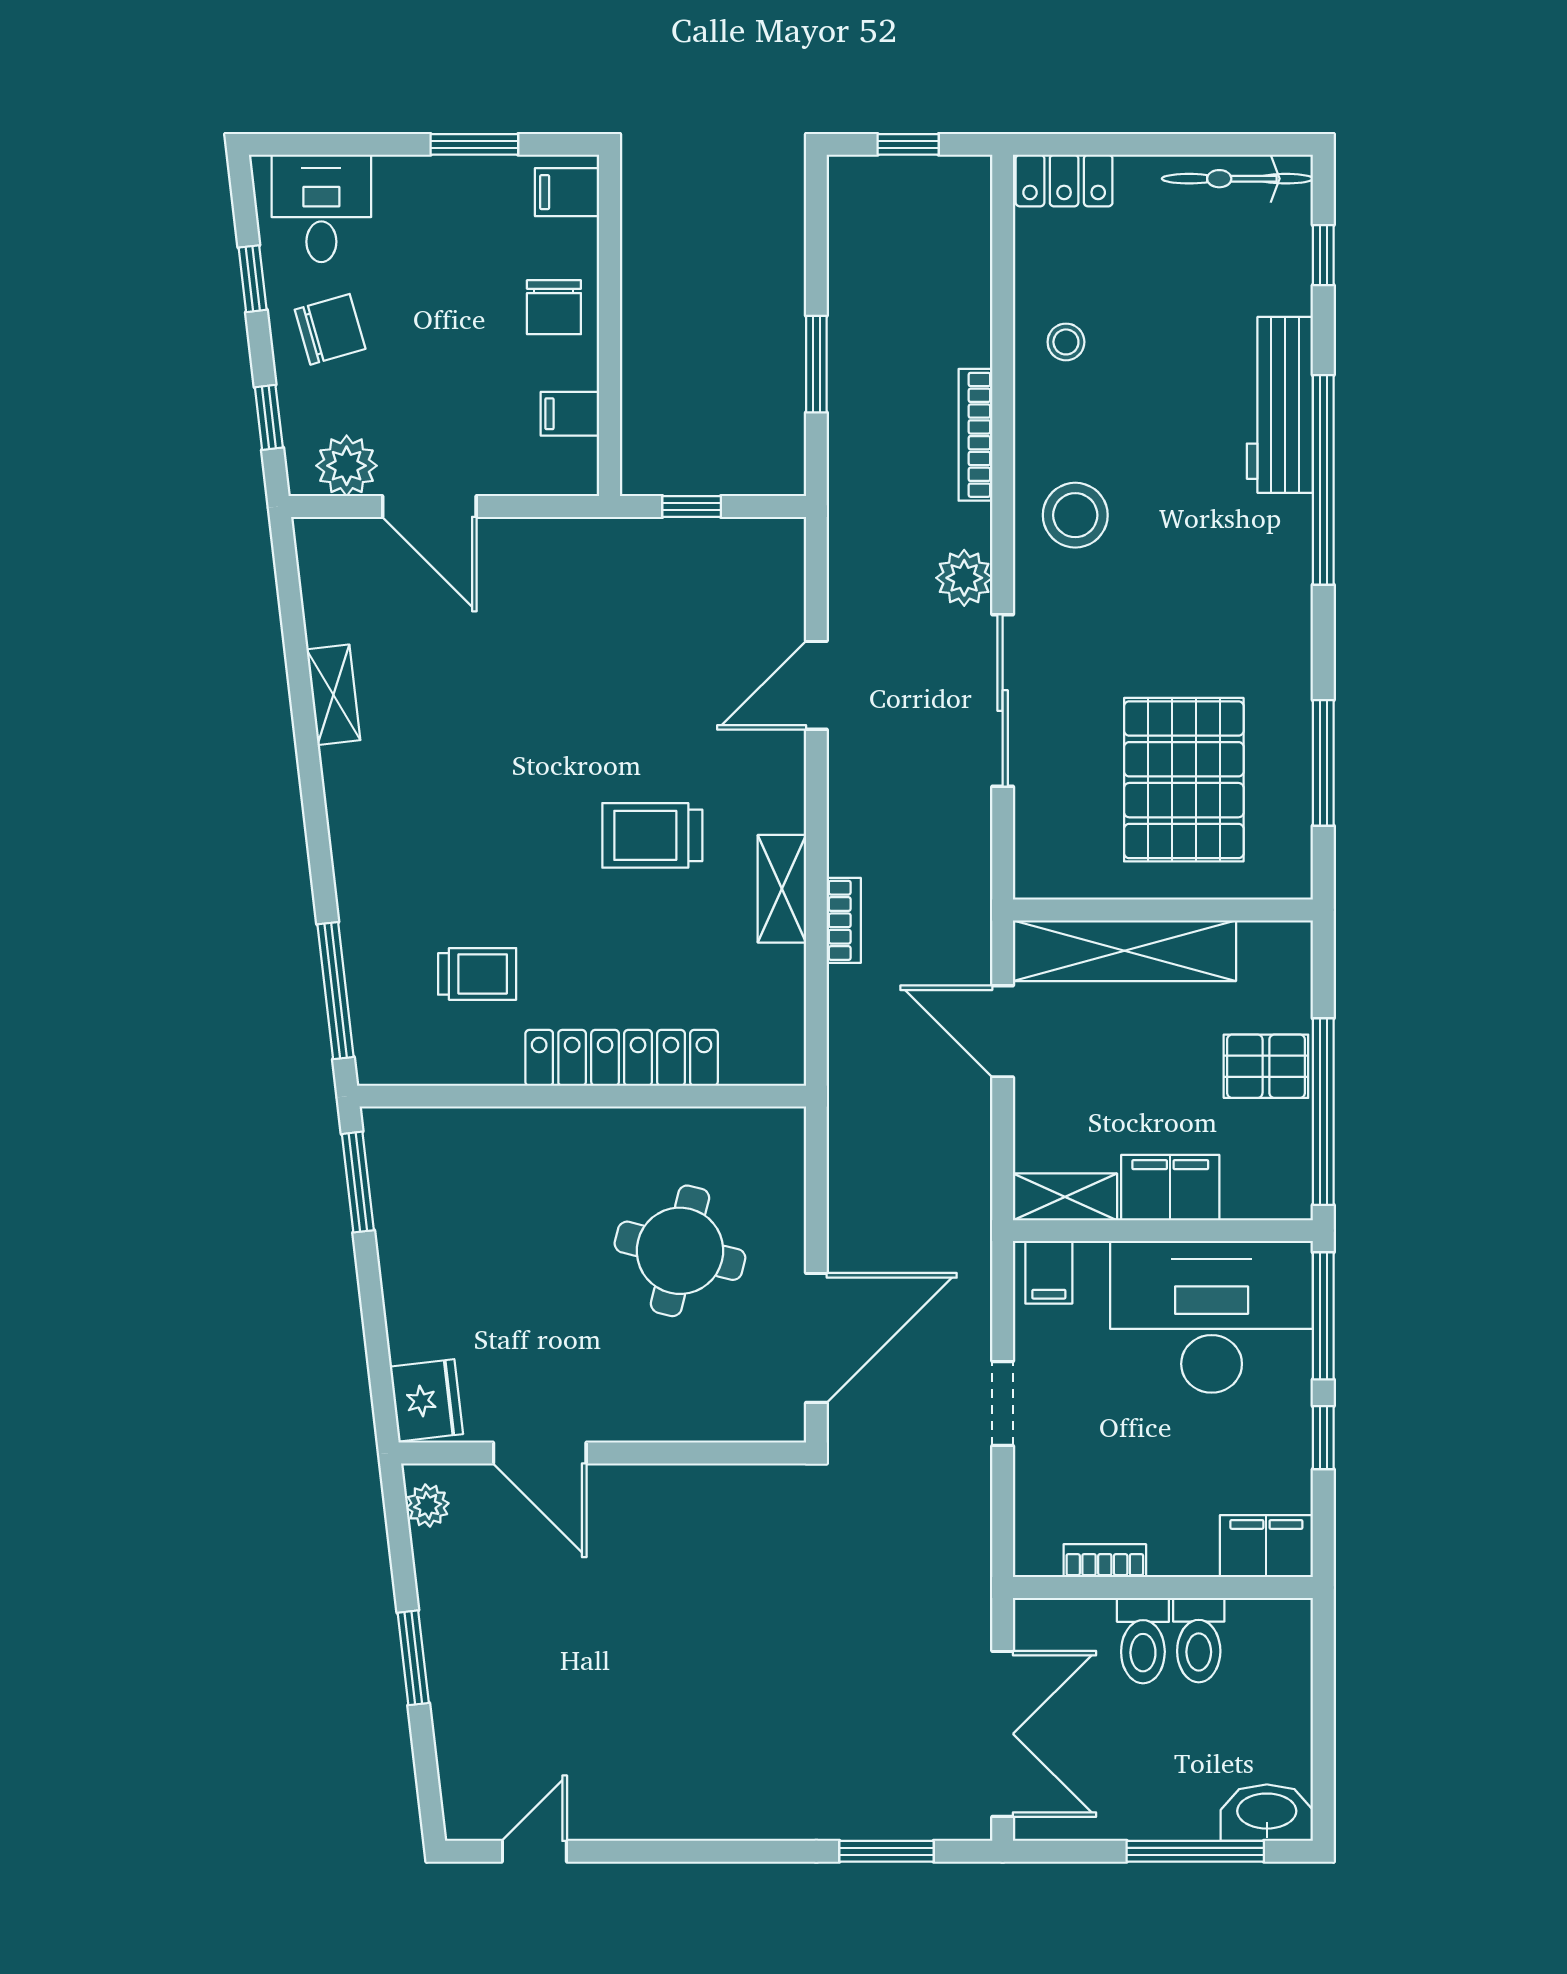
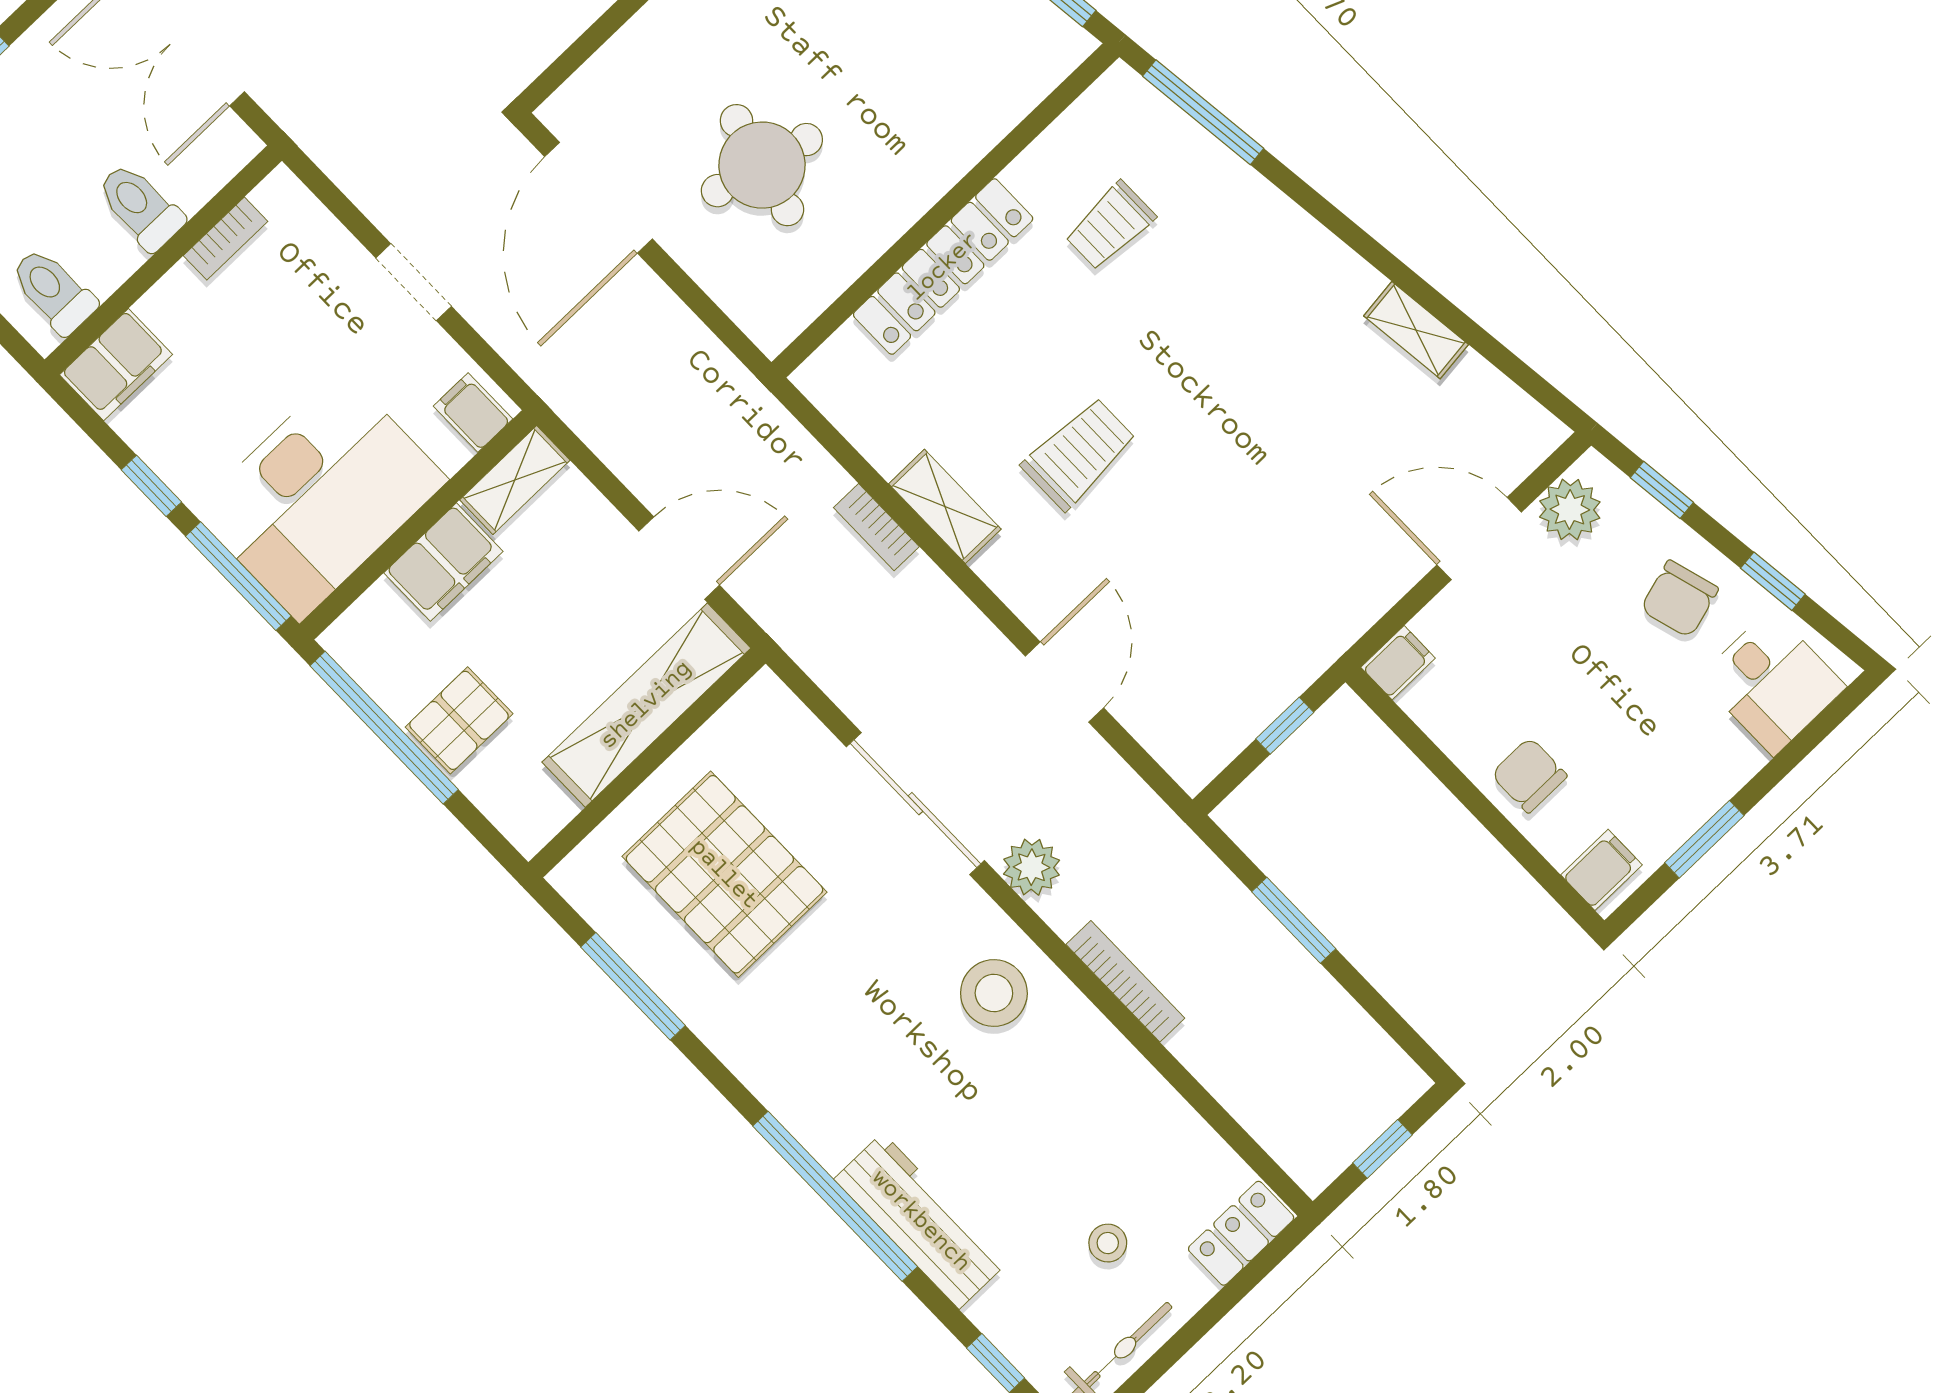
stool: (1066, 342) -> (1108, 1243), moved
filing cabinet: (570, 414) -> (1398, 663), moved
toilet: (1199, 1640) -> (53, 291), moved

